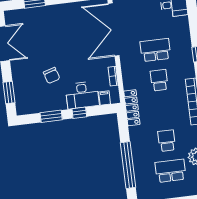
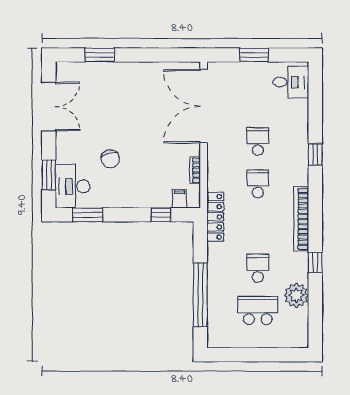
school desk: (155, 50) -> (258, 141), width x0.54
desk: (82, 95) -> (73, 186), moved, turned 90
window: (79, 113) -> (161, 215), moved
window: (51, 116) -> (88, 215), moved

